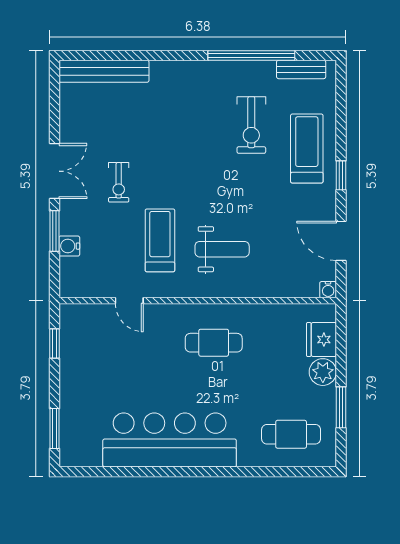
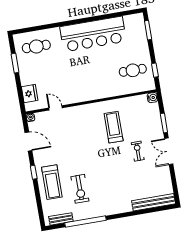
exercise bike: (251, 125) -> (80, 189), turned 180
treadmill: (160, 240) -> (114, 127), turned 180
water cooler: (69, 246) -> (152, 98), moved
weight bench: (222, 249) -> (84, 128), removed
door: (129, 301) -> (56, 108), moved
cafe table: (214, 343) -> (133, 70), moved
plant: (323, 372) -> (26, 78), removed

